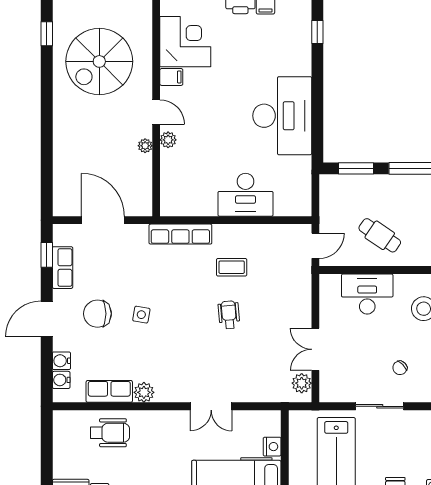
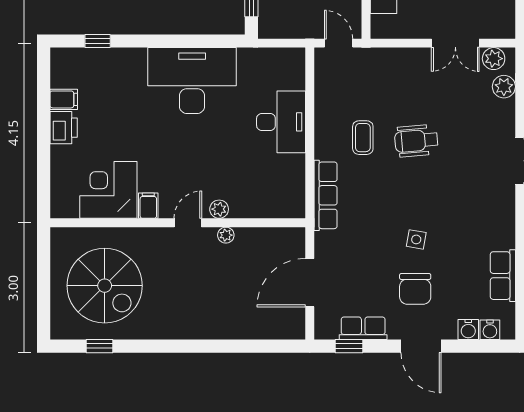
spiral stairs: (99, 61) -> (105, 286), moved
wheelchair: (229, 315) -> (416, 141), width x1.36, depth x1.37
plant: (144, 392) -> (504, 87), moved

